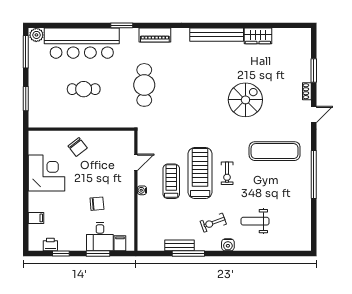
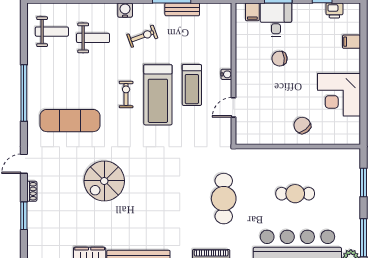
weight bench: (290, 227) -> (52, 32), added

